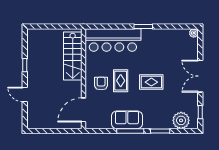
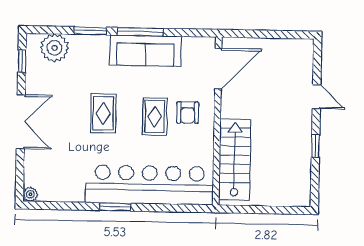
bar counter: (113, 40) -> (149, 185), width x1.36
rug: (151, 82) -> (103, 113), turned 90
sofa: (127, 120) -> (145, 51), width x1.36

